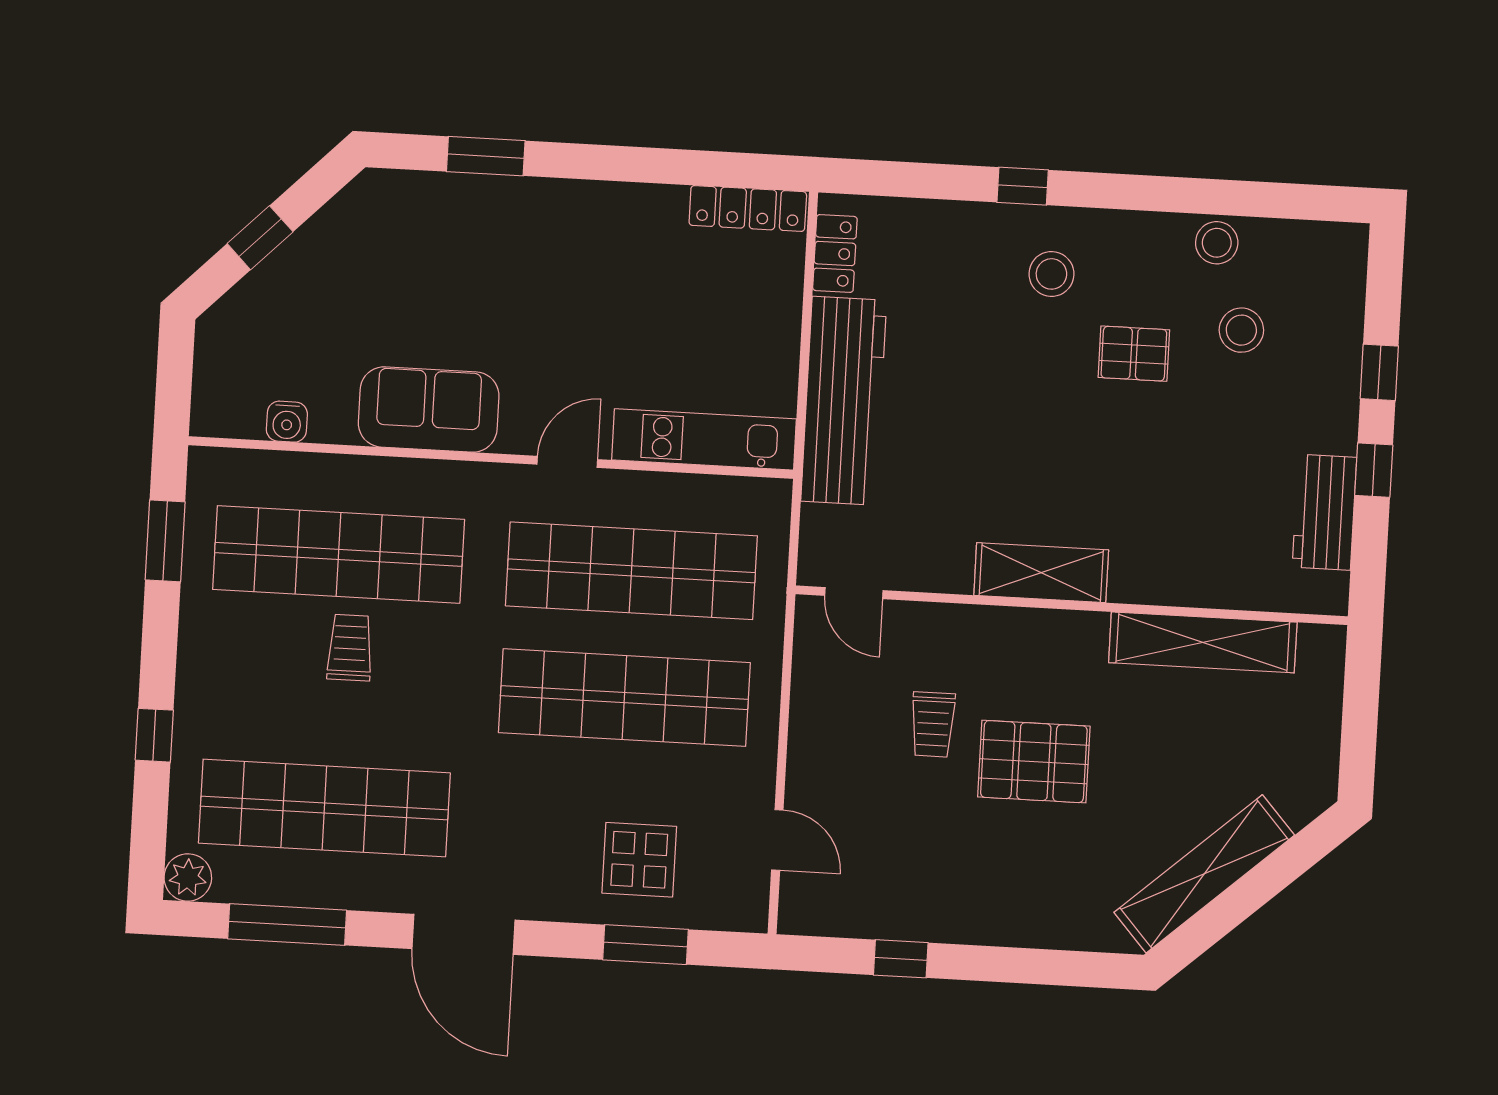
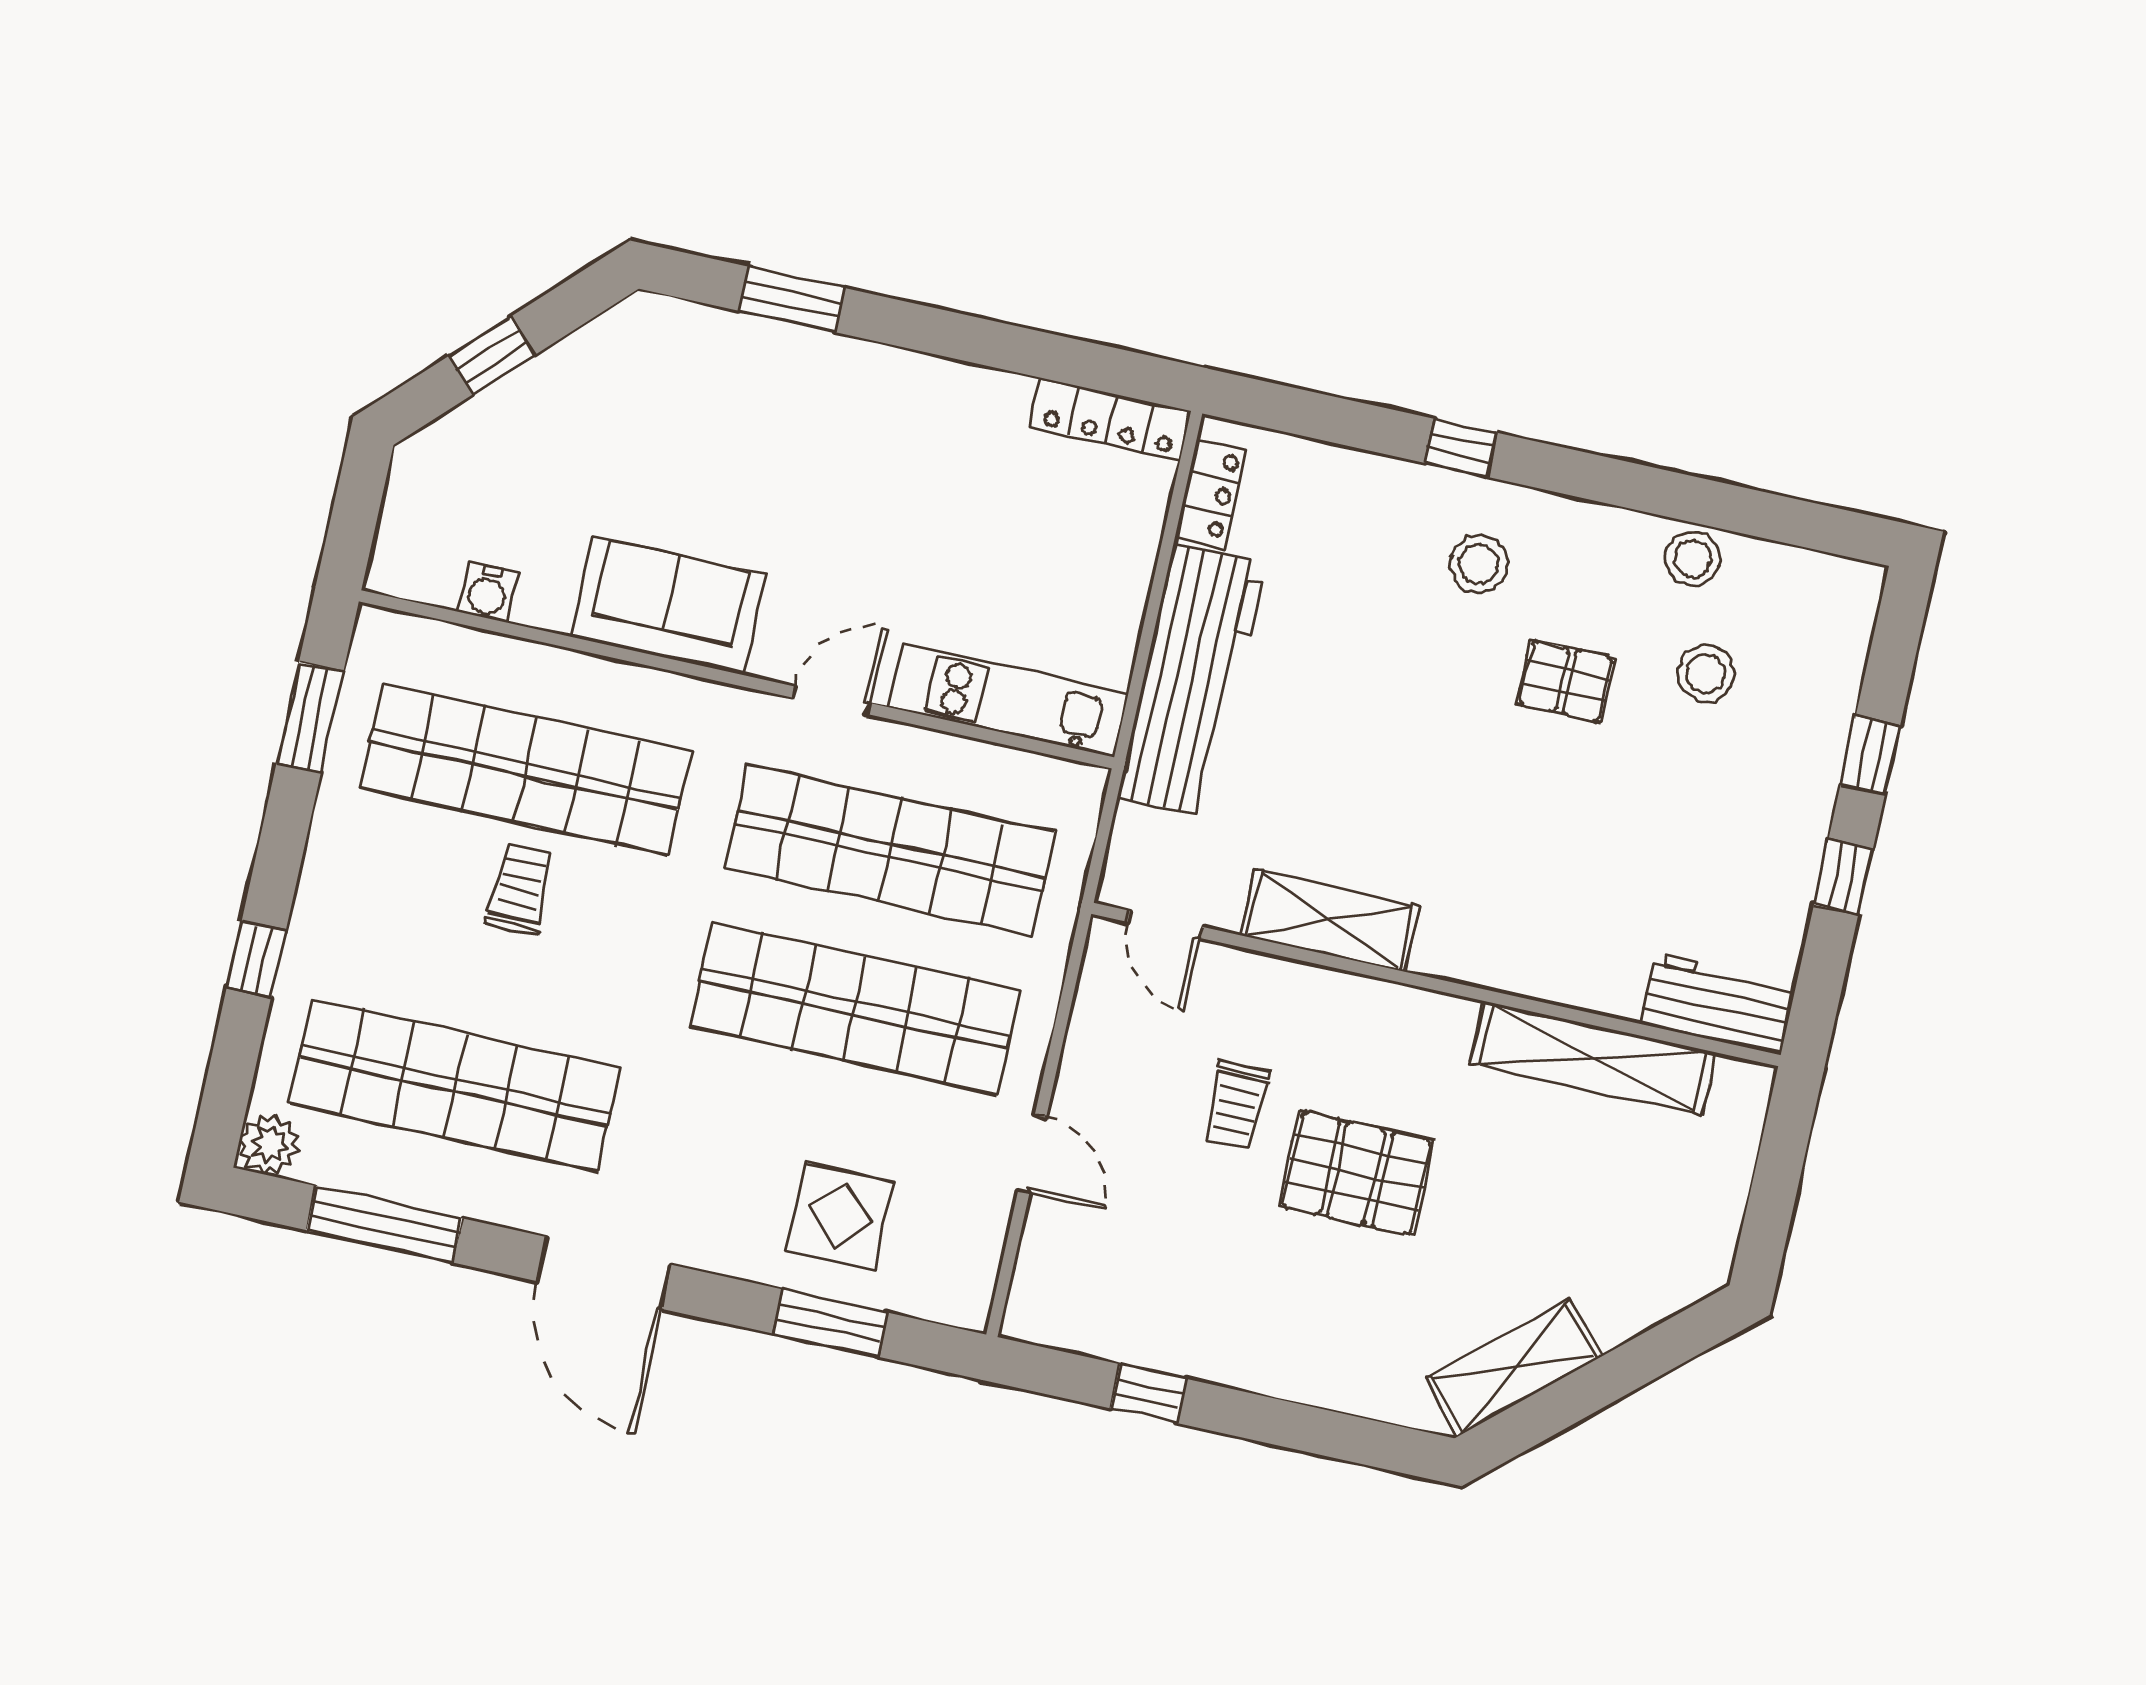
workbench: (1324, 512) -> (1718, 1003), moved, turned 90
shelving: (1041, 573) -> (1330, 921), moved
door: (777, 840) -> (1032, 1154), moved
shelving: (1204, 874) -> (1514, 1368), width x0.68

